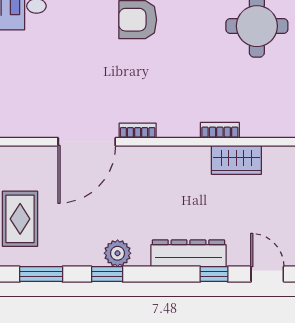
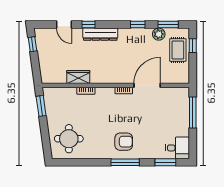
plant: (118, 253) -> (159, 34), moved

